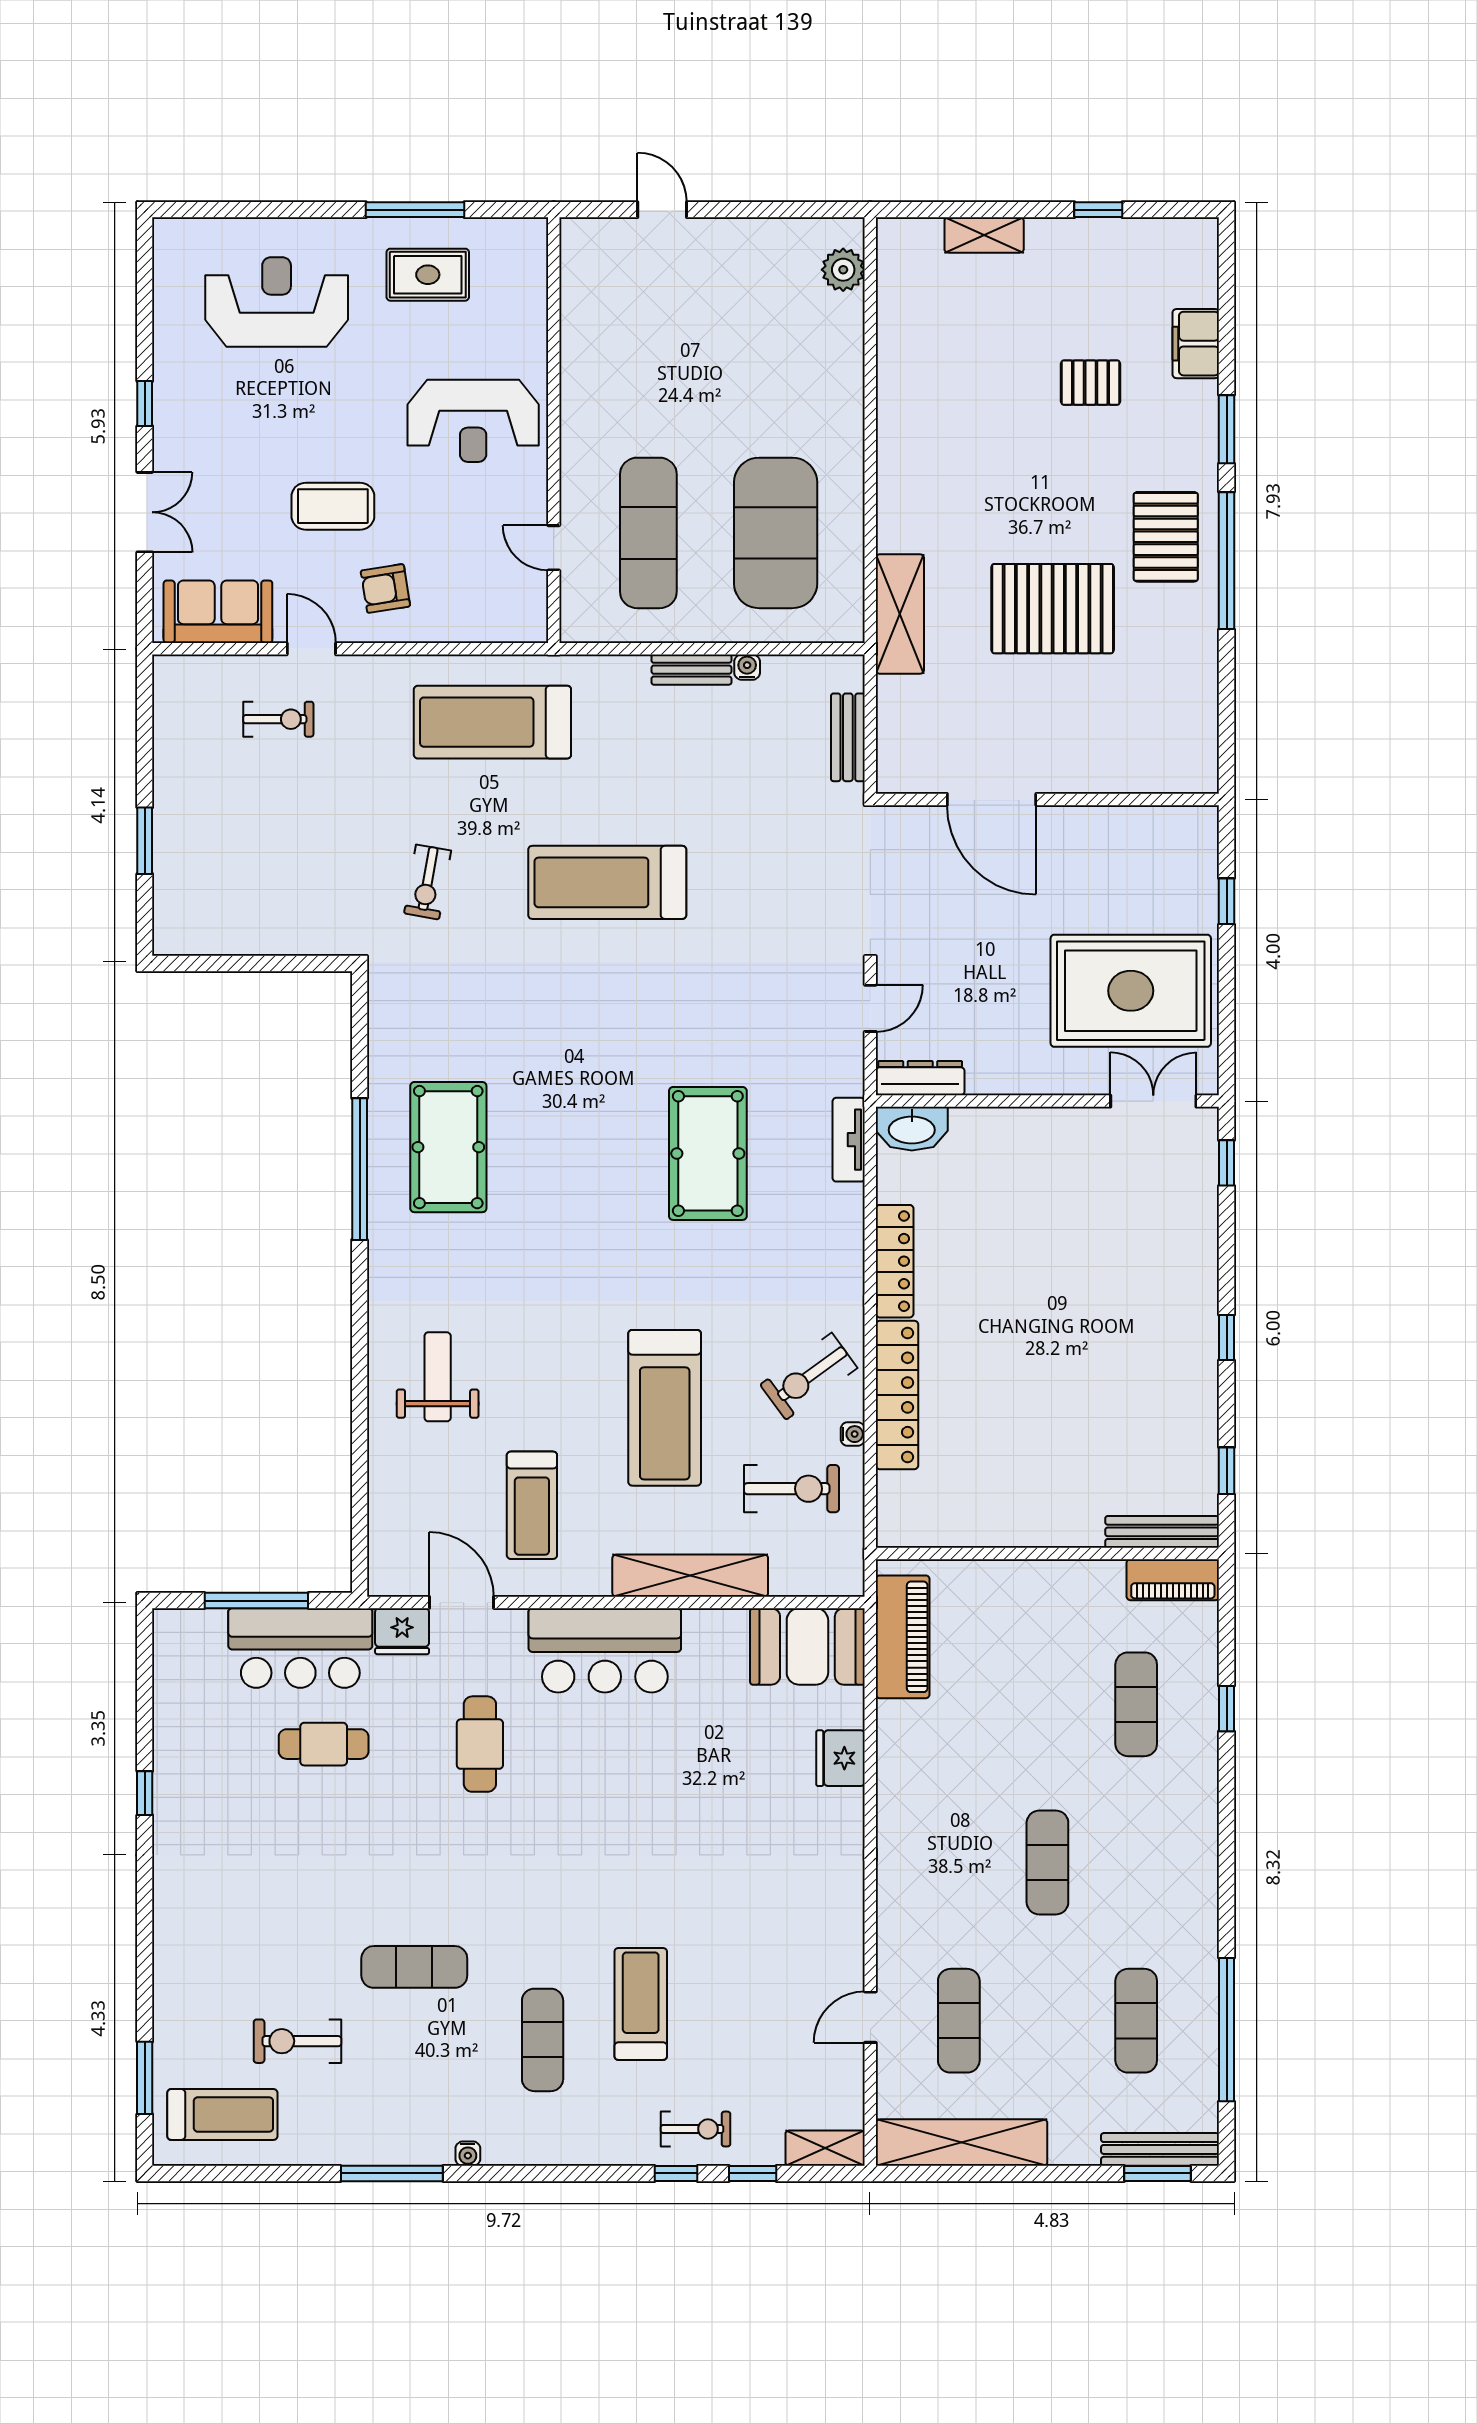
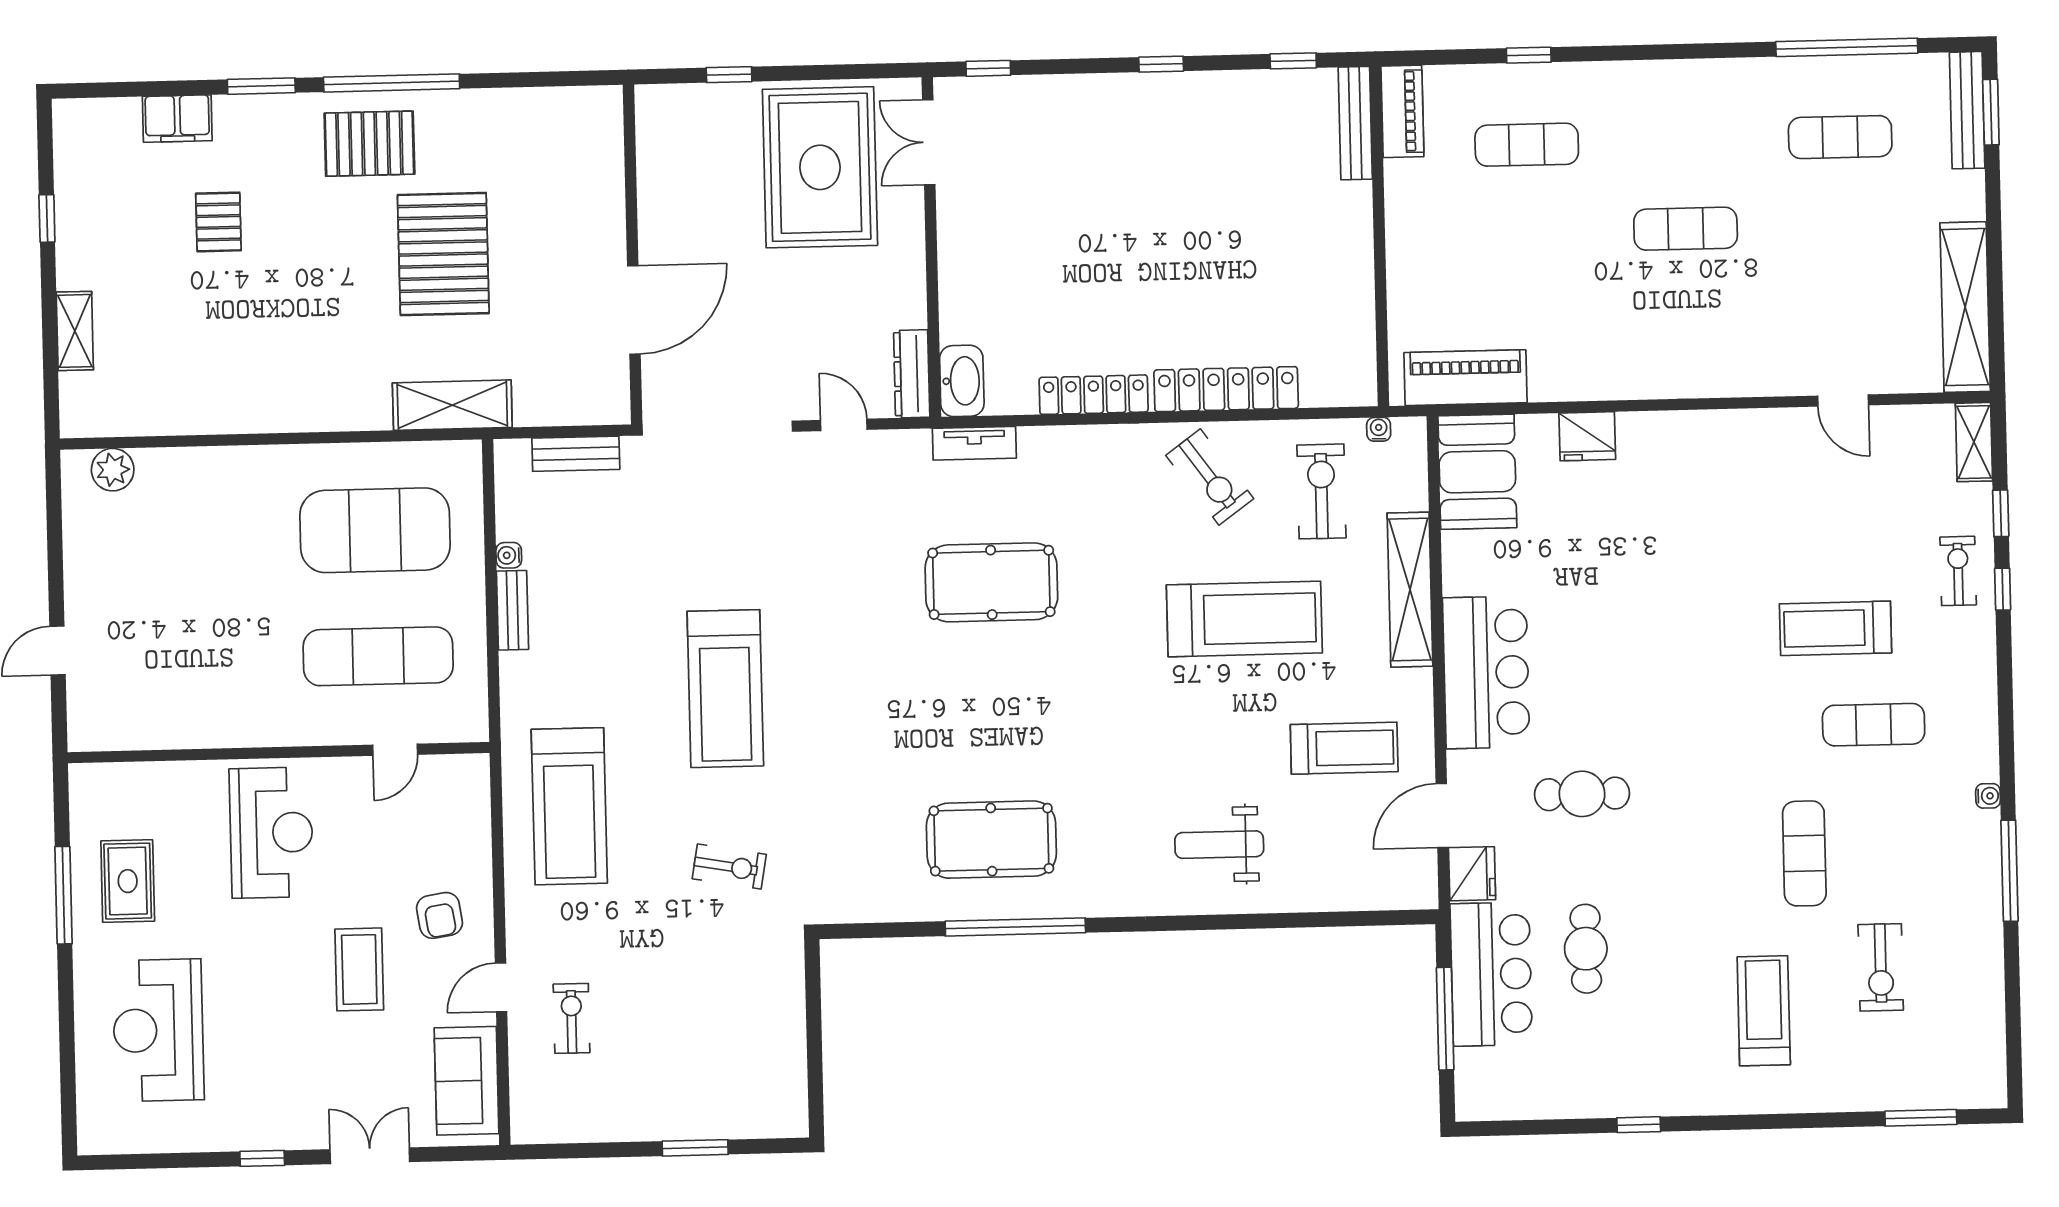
water cooler: (853, 1434) -> (1379, 429), moved
exercise mat: (959, 2021) -> (1844, 313), removed
treadmill: (222, 2114) -> (1764, 1011), moved

